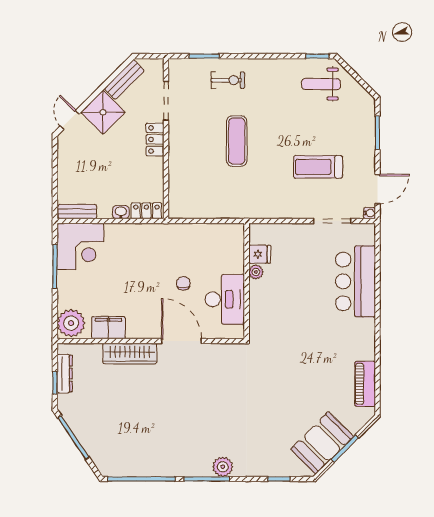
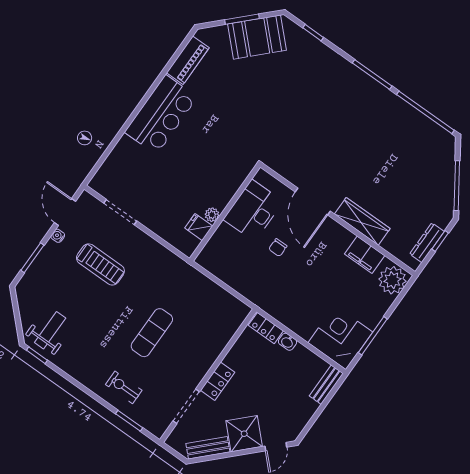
weight bench: (321, 84) -> (50, 330), turned -90
door: (377, 189) -> (65, 212), hinge flipped
bench: (77, 212) -> (326, 385), moved, turned 90
water cooler: (369, 213) -> (58, 236), moved
bar counter: (355, 281) -> (161, 115), moved
plant: (223, 467) -> (352, 75), removed

